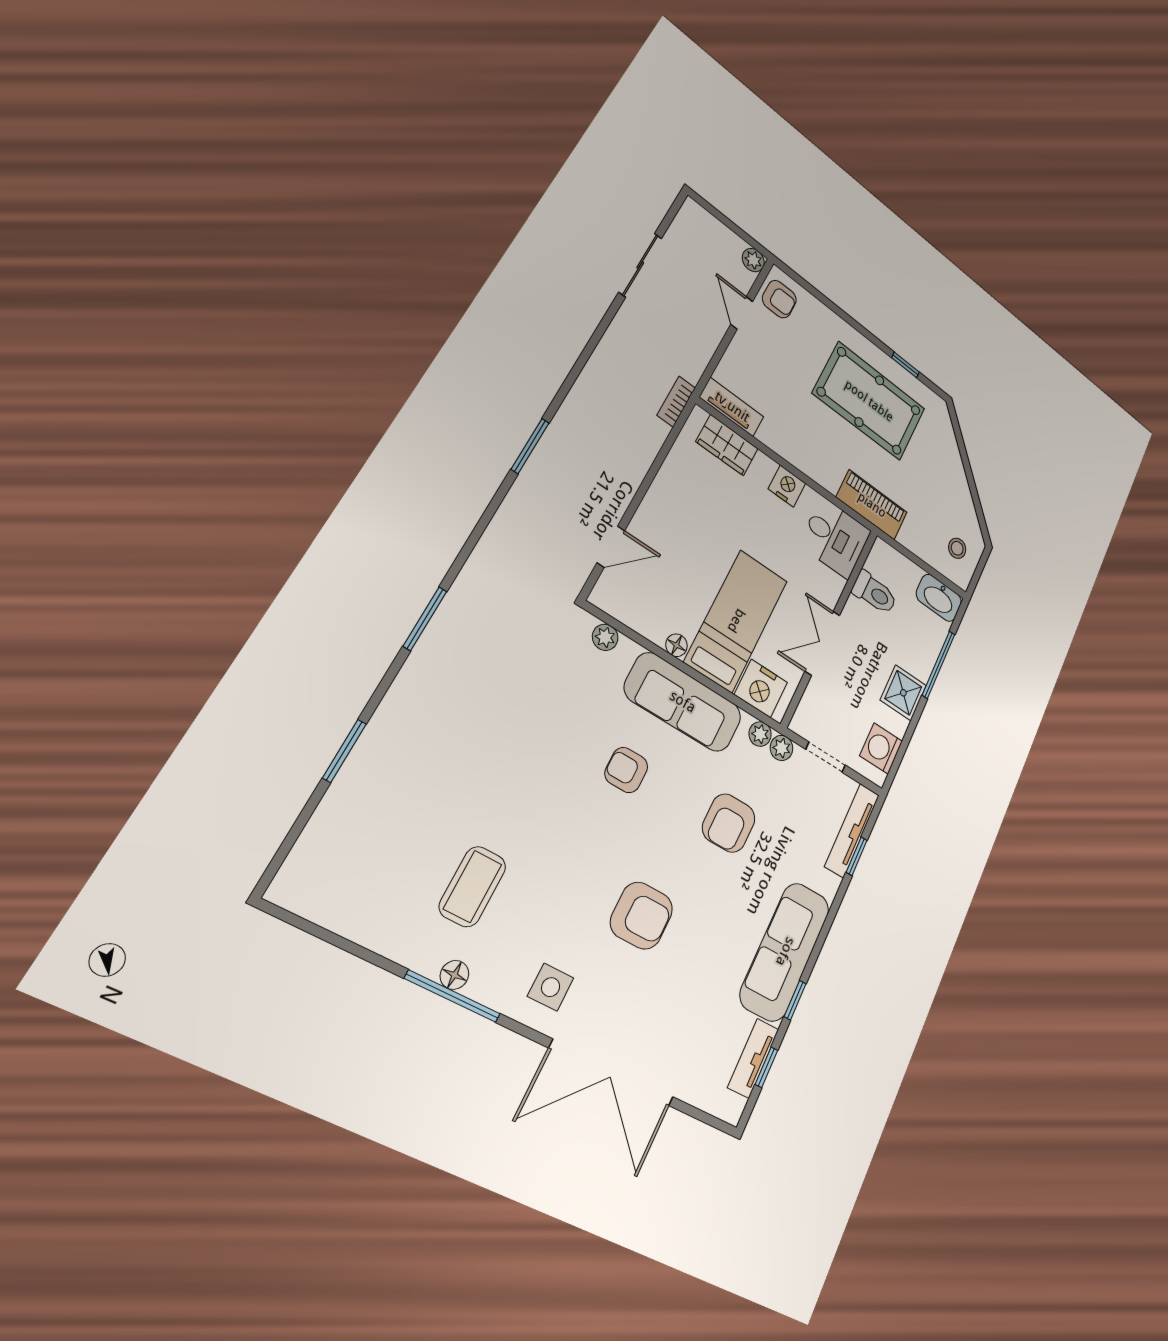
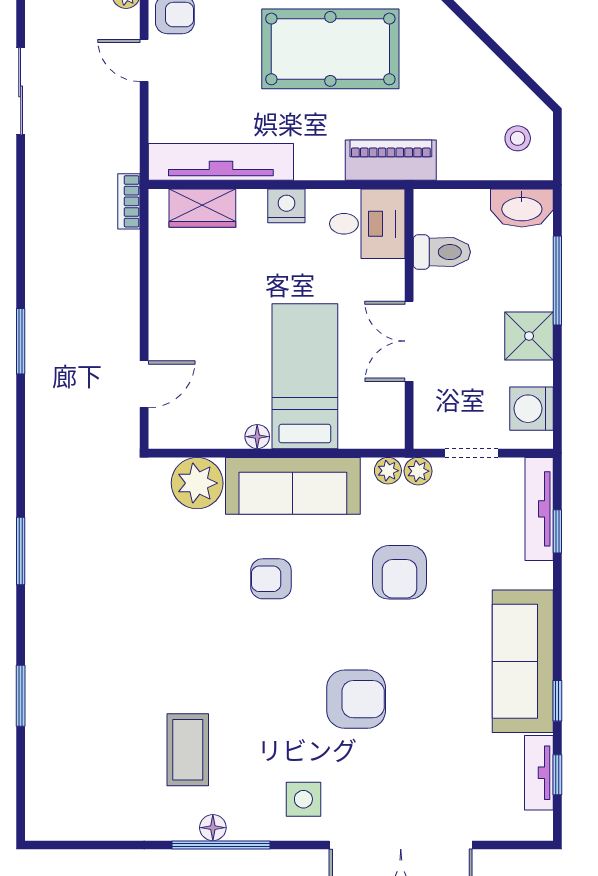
tv unit: (732, 407) -> (221, 162), width x1.92, depth x1.29
plant: (605, 637) -> (197, 483), width x1.88, depth x1.88
nightstand: (761, 688) -> (366, 426), removed

